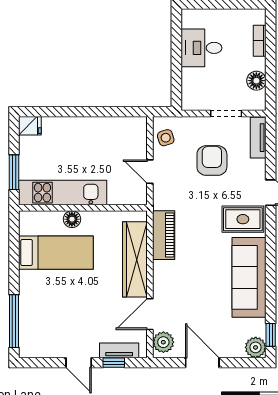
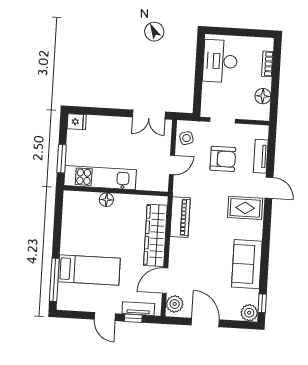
desk: (201, 48) -> (220, 61), width x1.37
double door: (118, 112) -> (149, 115), added
doorway: (226, 113) -> (223, 120), moved
tv unit: (258, 138) -> (261, 156), moved
armchair: (212, 161) -> (223, 159), turned 90
door: (150, 172) -> (172, 165), swing flipped
bed: (56, 253) -> (89, 270), moved
sofa: (249, 277) -> (247, 264), width x0.73

